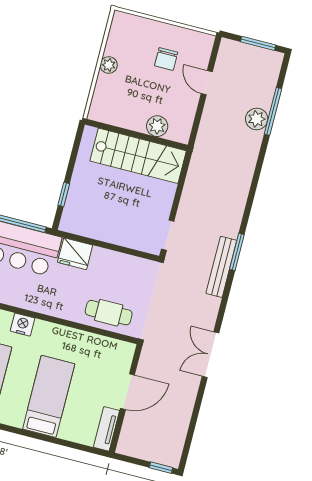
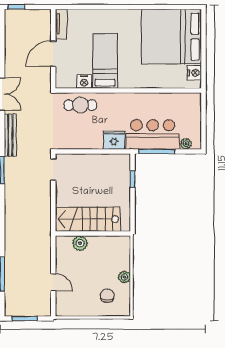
chair: (166, 59) -> (107, 296), moved
plant: (257, 119) -> (12, 266), removed
bench: (221, 267) -> (10, 135), moved
nightstand: (23, 325) -> (84, 82), moved
bed: (49, 396) -> (105, 61), moved, turned 180

